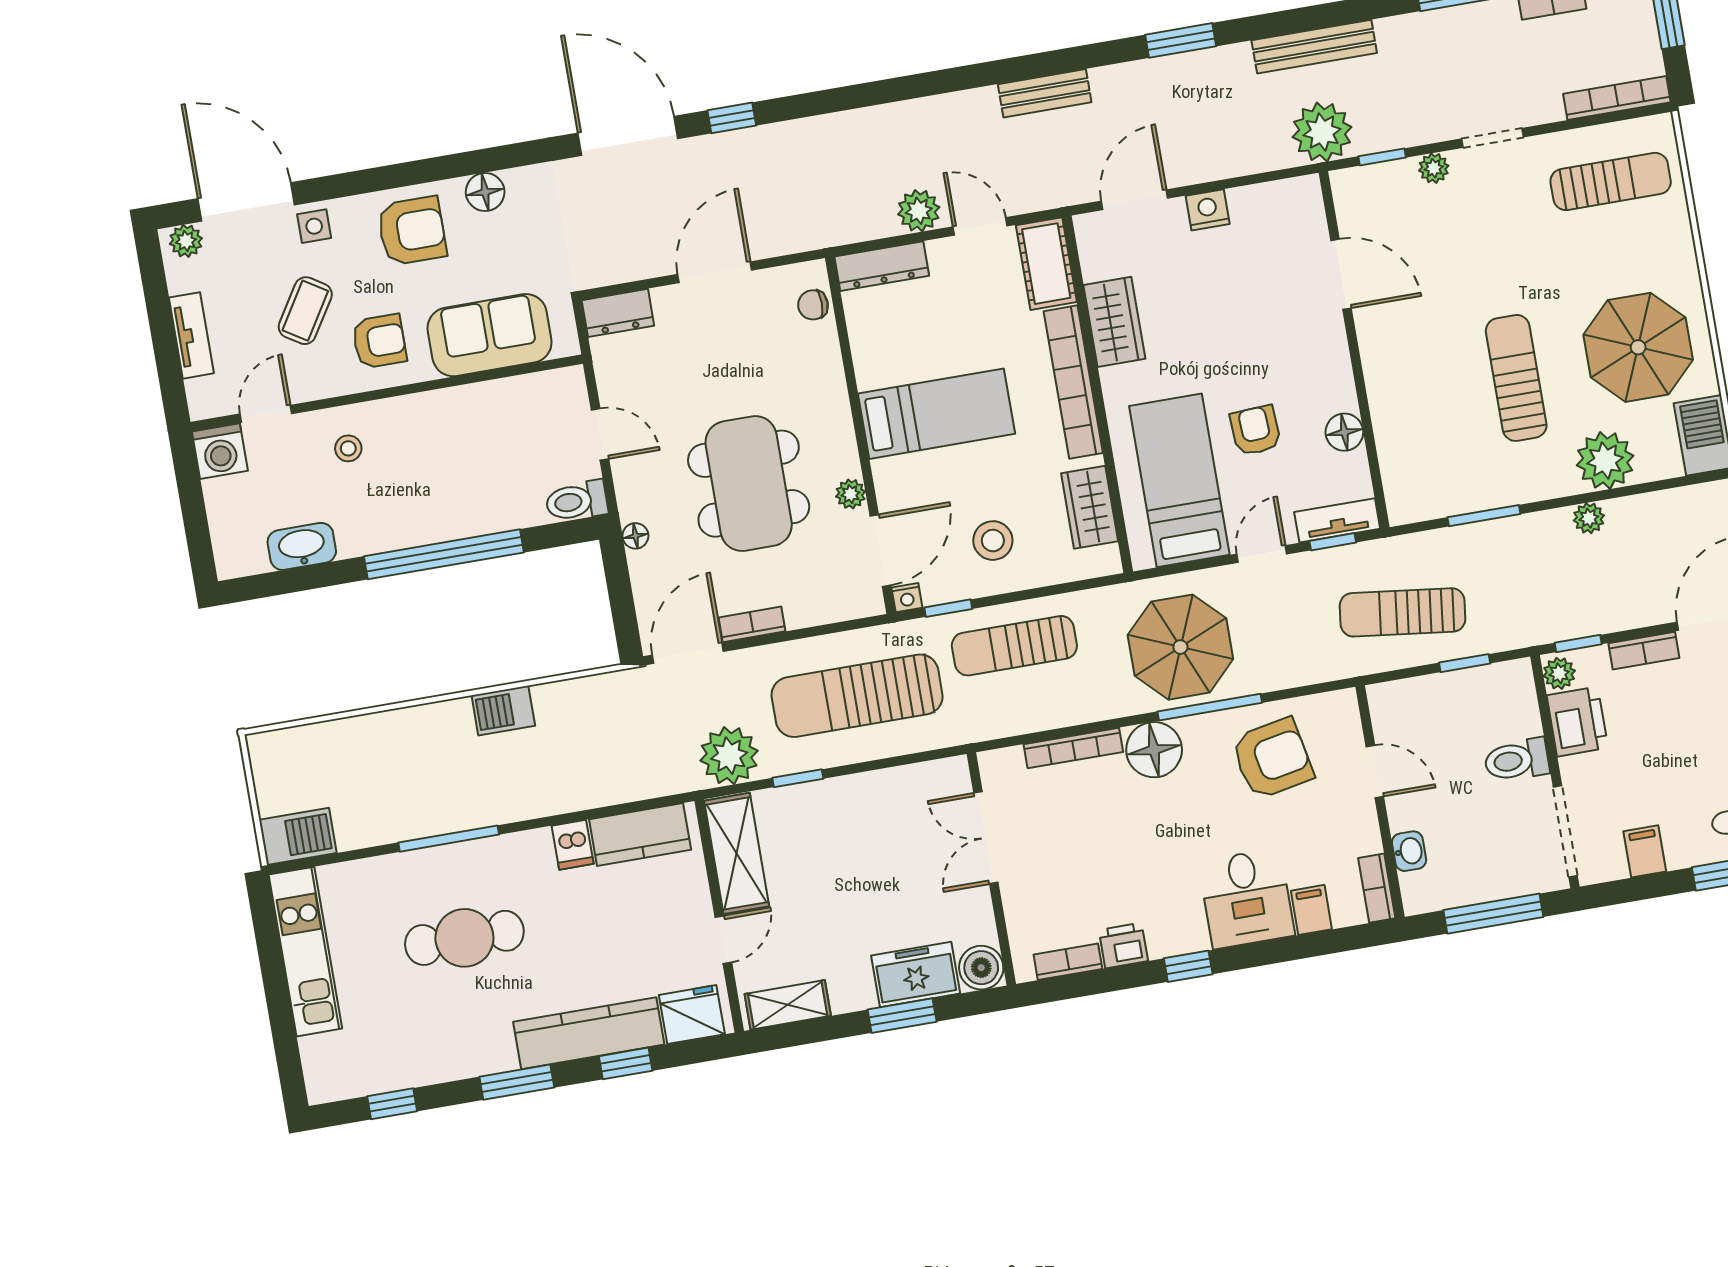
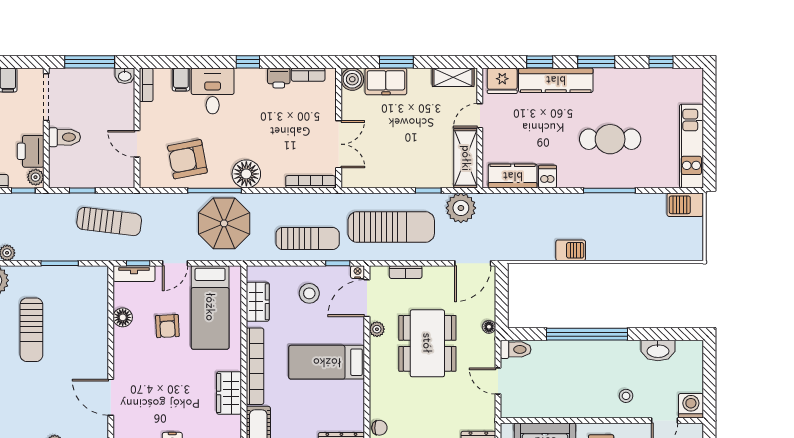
bookcase: (752, 624) -> (406, 272), moved
bookcase: (1073, 748) -> (311, 182), moved
washbasin: (1409, 851) -> (125, 76), moved, turned -90

